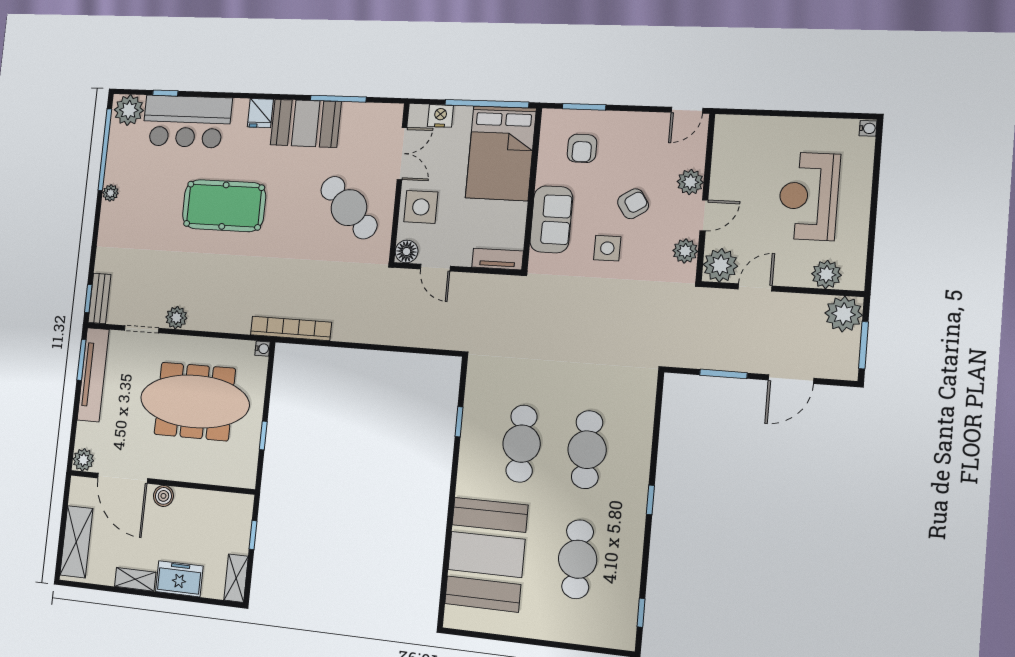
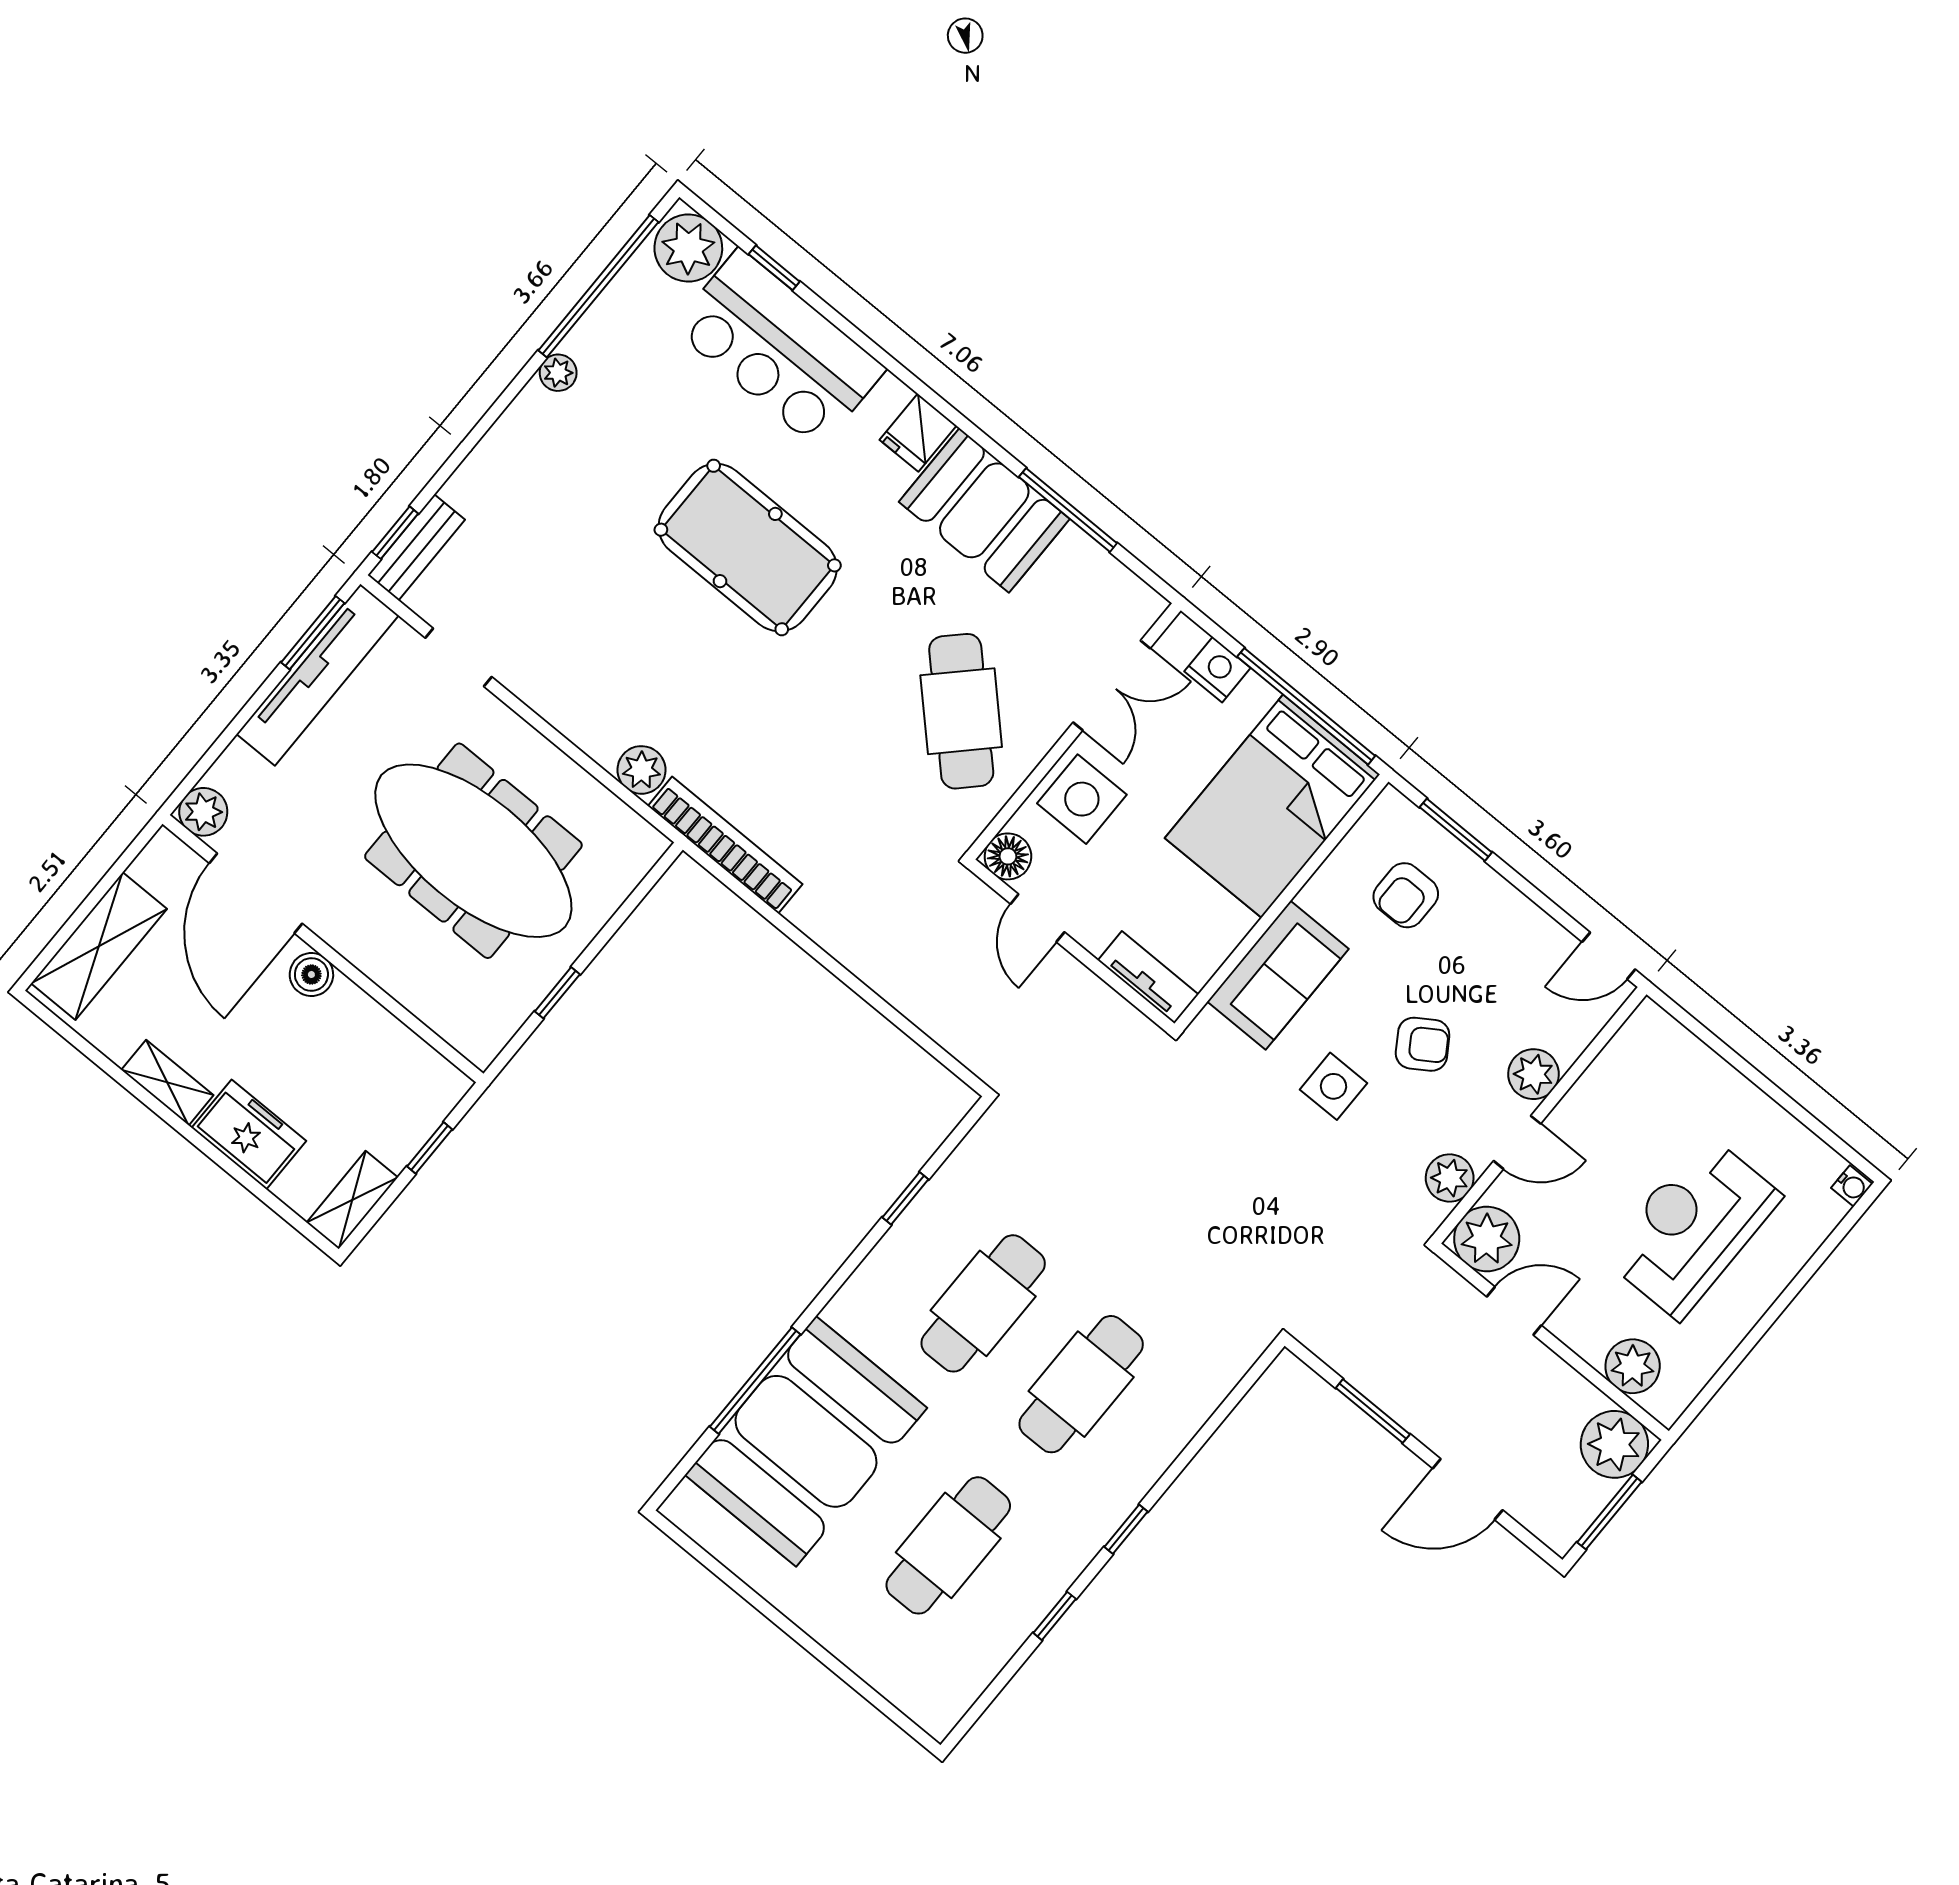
plant: (176, 318) -> (641, 770), moved
water cooler: (263, 349) -> (653, 844), removed
window: (448, 543) -> (755, 1381), added
window: (641, 613) -> (1055, 1616), moved

